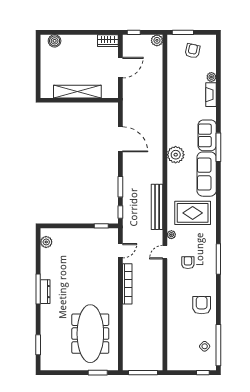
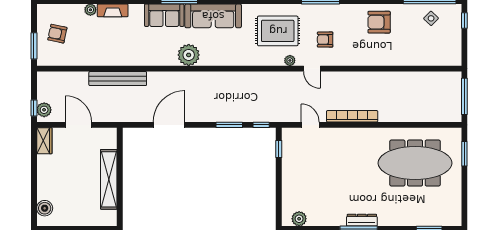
plant: (157, 40) -> (44, 110), moved
bench: (157, 207) -> (118, 79), moved
rug: (193, 213) -> (278, 31), moved, turned 90

